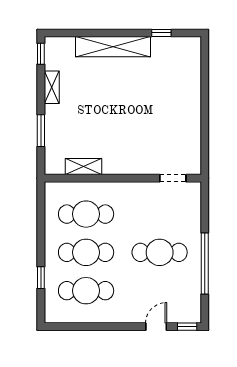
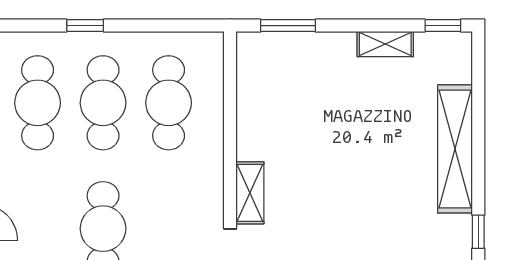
window: (41, 131) -> (288, 26), moved
shelving: (84, 166) -> (250, 193), moved
window: (41, 278) -> (85, 26), moved

